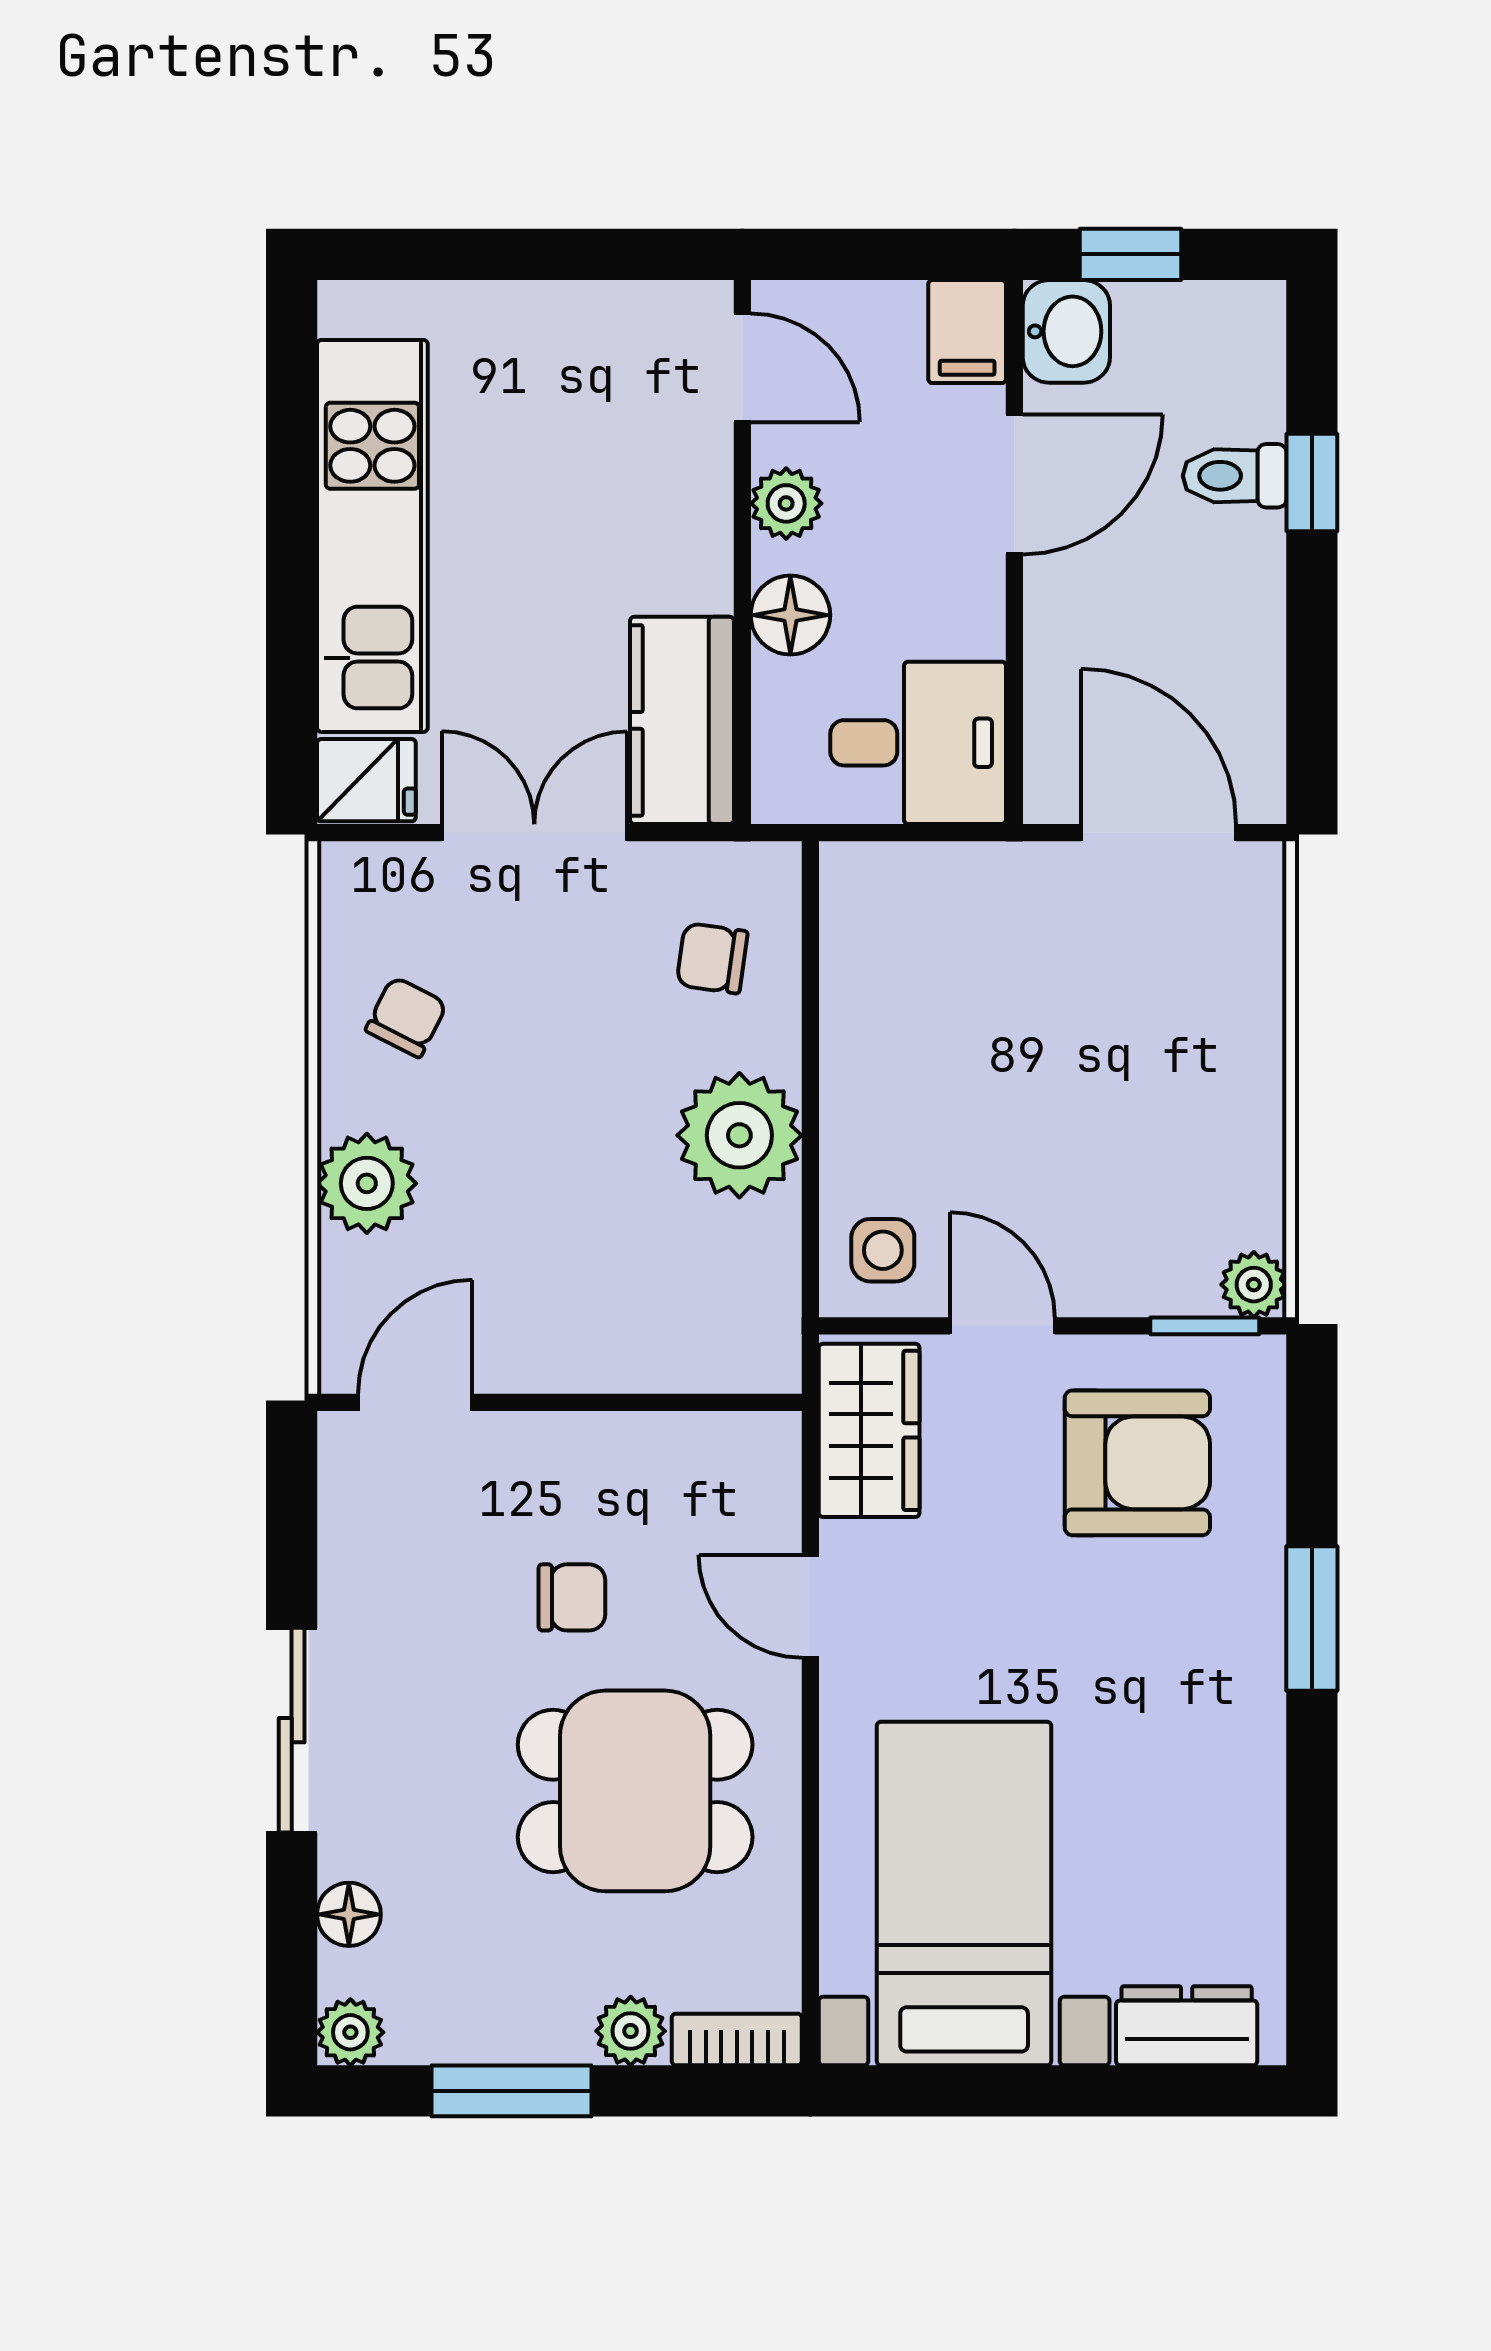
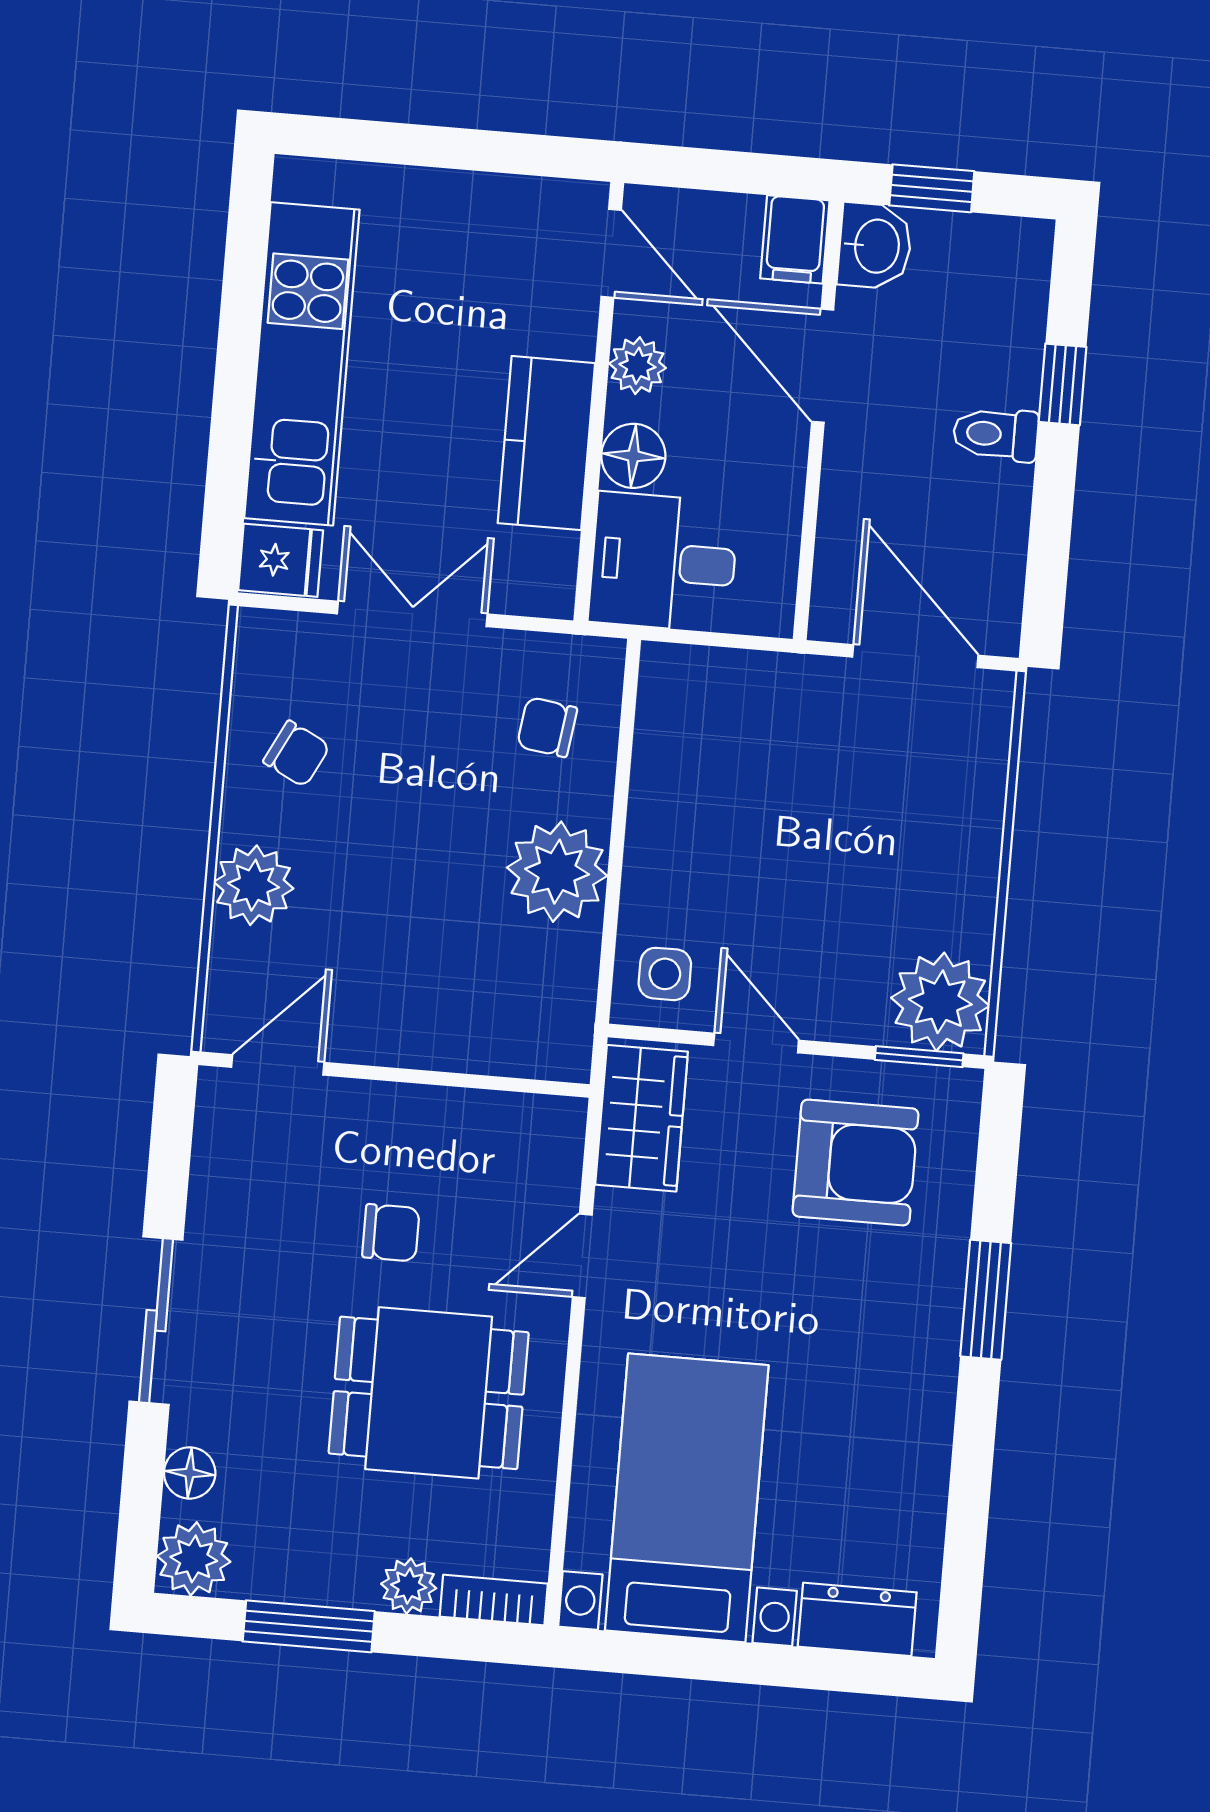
toilet: (1235, 476) -> (996, 434), moved
door: (1014, 484) -> (823, 366), swing flipped
kitchen counter: (682, 720) -> (546, 443), moved
desk: (918, 743) -> (663, 562), moved, turned 180
chair: (406, 1017) -> (297, 754), turned 90
plant: (1254, 1285) -> (940, 1002), width x1.88, depth x1.88
door: (810, 1606) -> (582, 1256), hinge flipped
plant: (350, 2032) -> (194, 1559), width x1.38, depth x1.38

